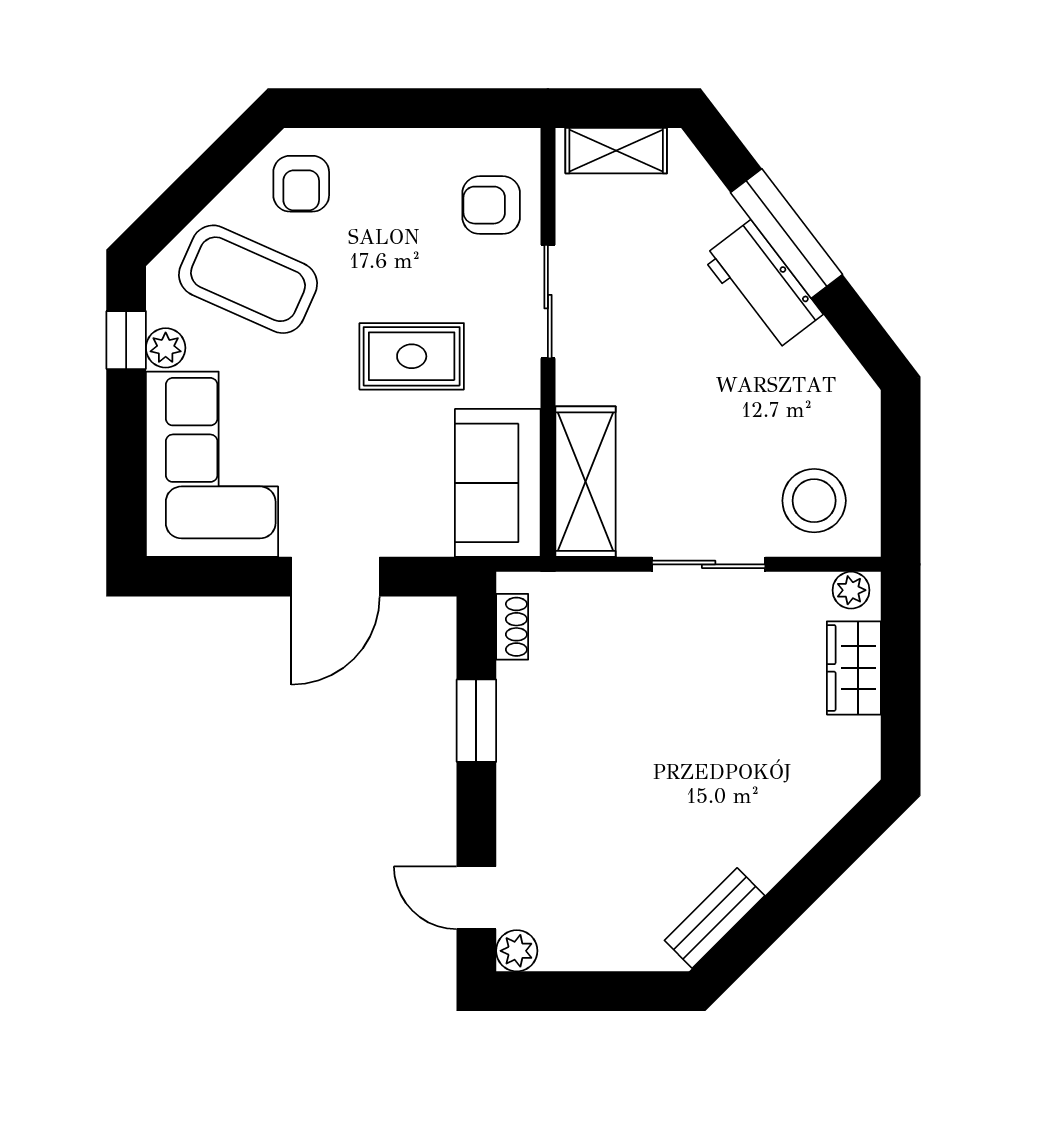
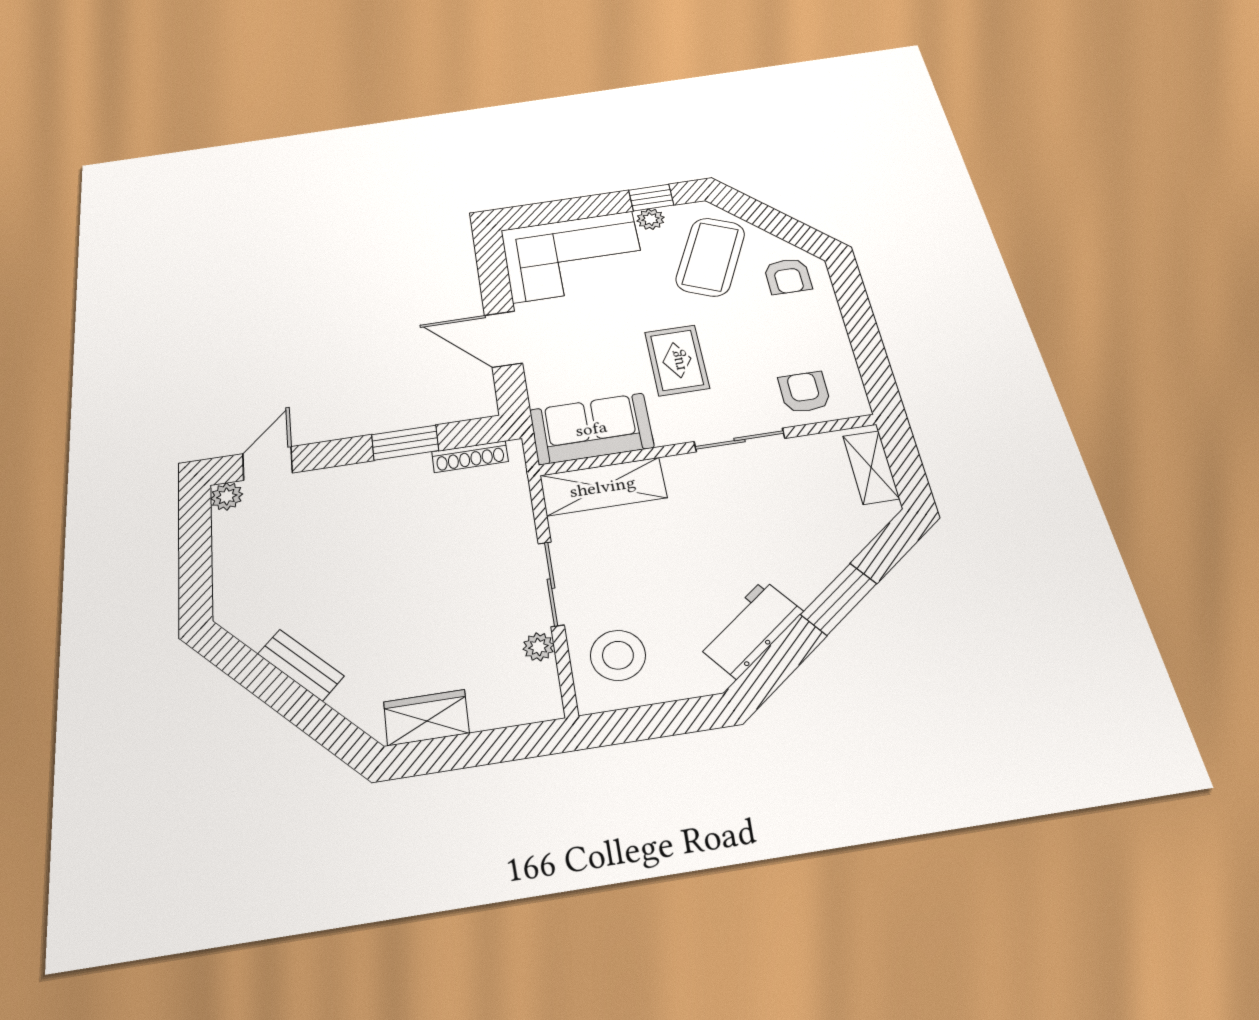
armchair: (301, 184) -> (788, 276), turned -90
window: (786, 234) -> (839, 599), width x0.69
workbench: (763, 286) -> (750, 629), moved
plant: (851, 590) -> (538, 647), moved
shoe rack: (512, 627) -> (470, 457), width x1.43
wardrobe: (854, 668) -> (426, 718), moved
bench: (715, 918) -> (301, 665), moved

